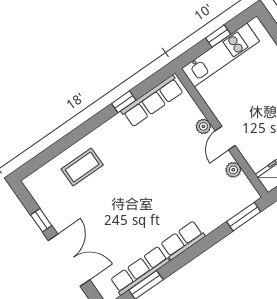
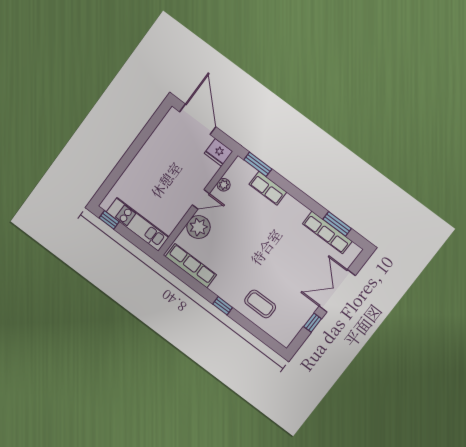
window: (218, 36) -> (109, 220), moved
window: (124, 102) -> (223, 306), moved
plant: (203, 126) -> (198, 227), width x1.88, depth x1.88
row of seats: (183, 240) -> (268, 188), moved

